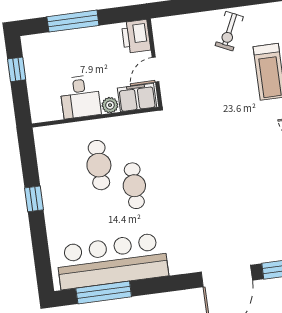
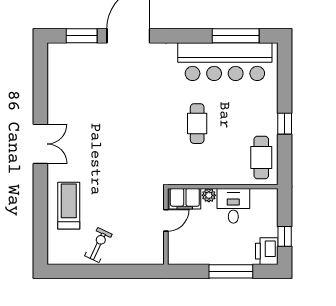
printer: (136, 36) -> (267, 251), moved, turned 180
cafe table: (99, 165) -> (261, 158), moved

